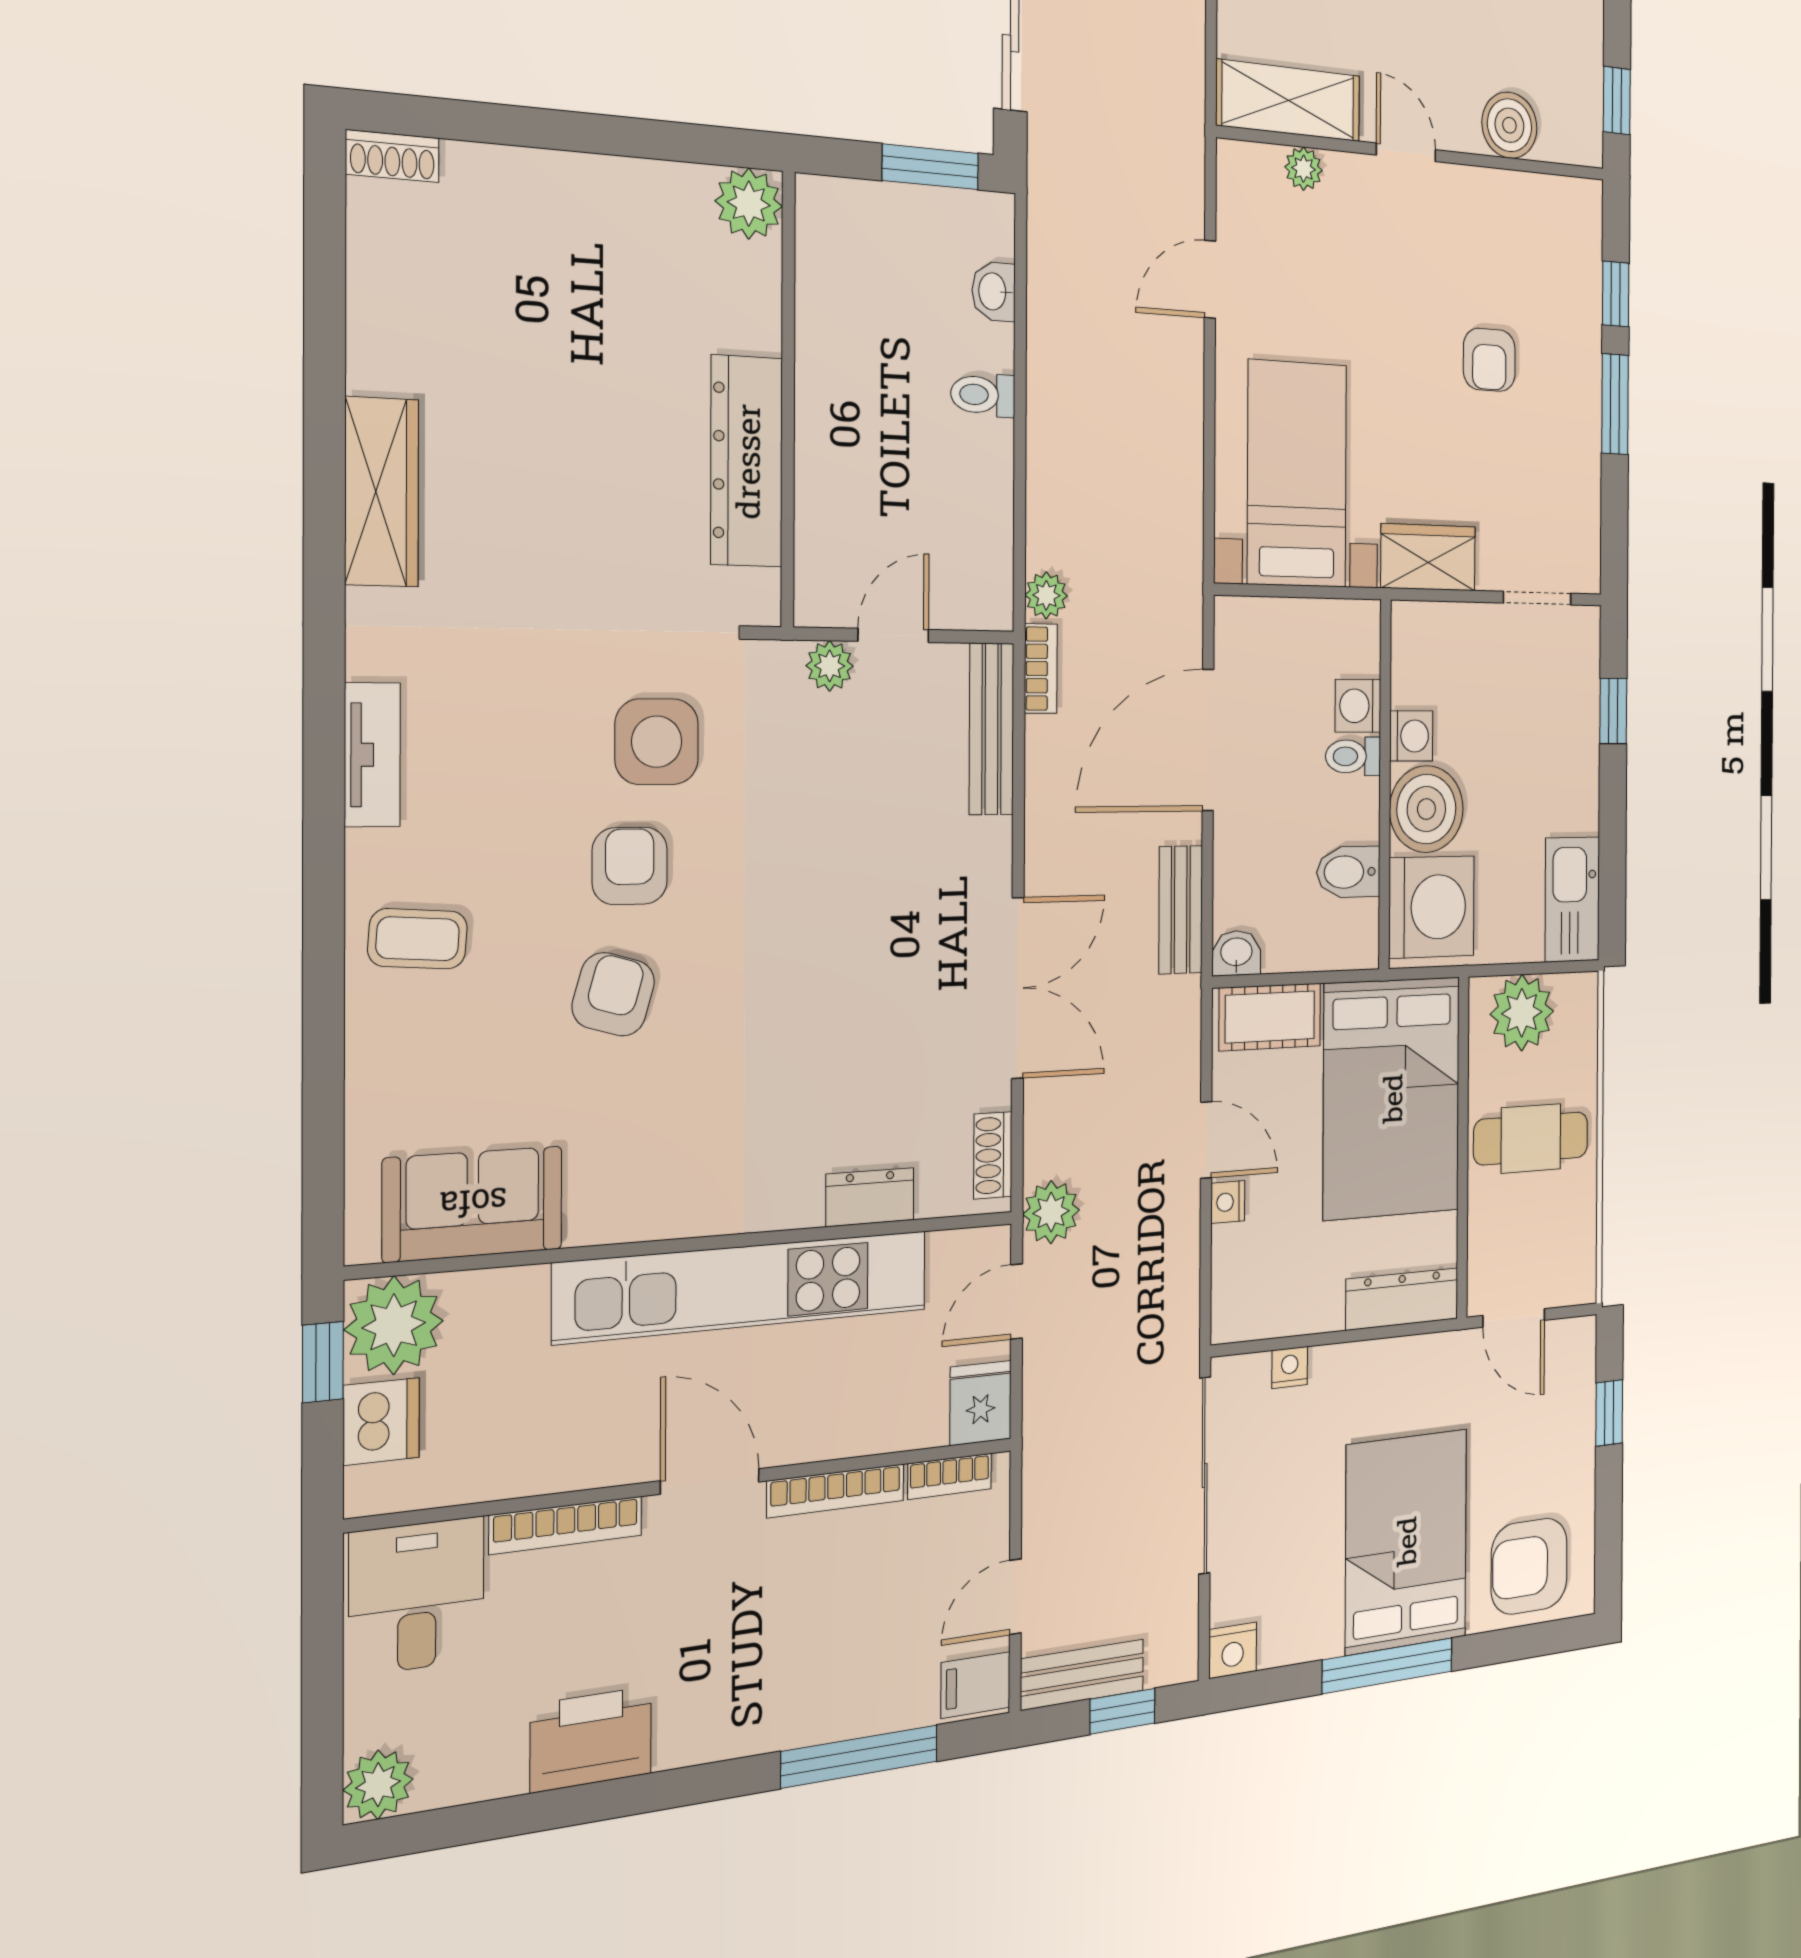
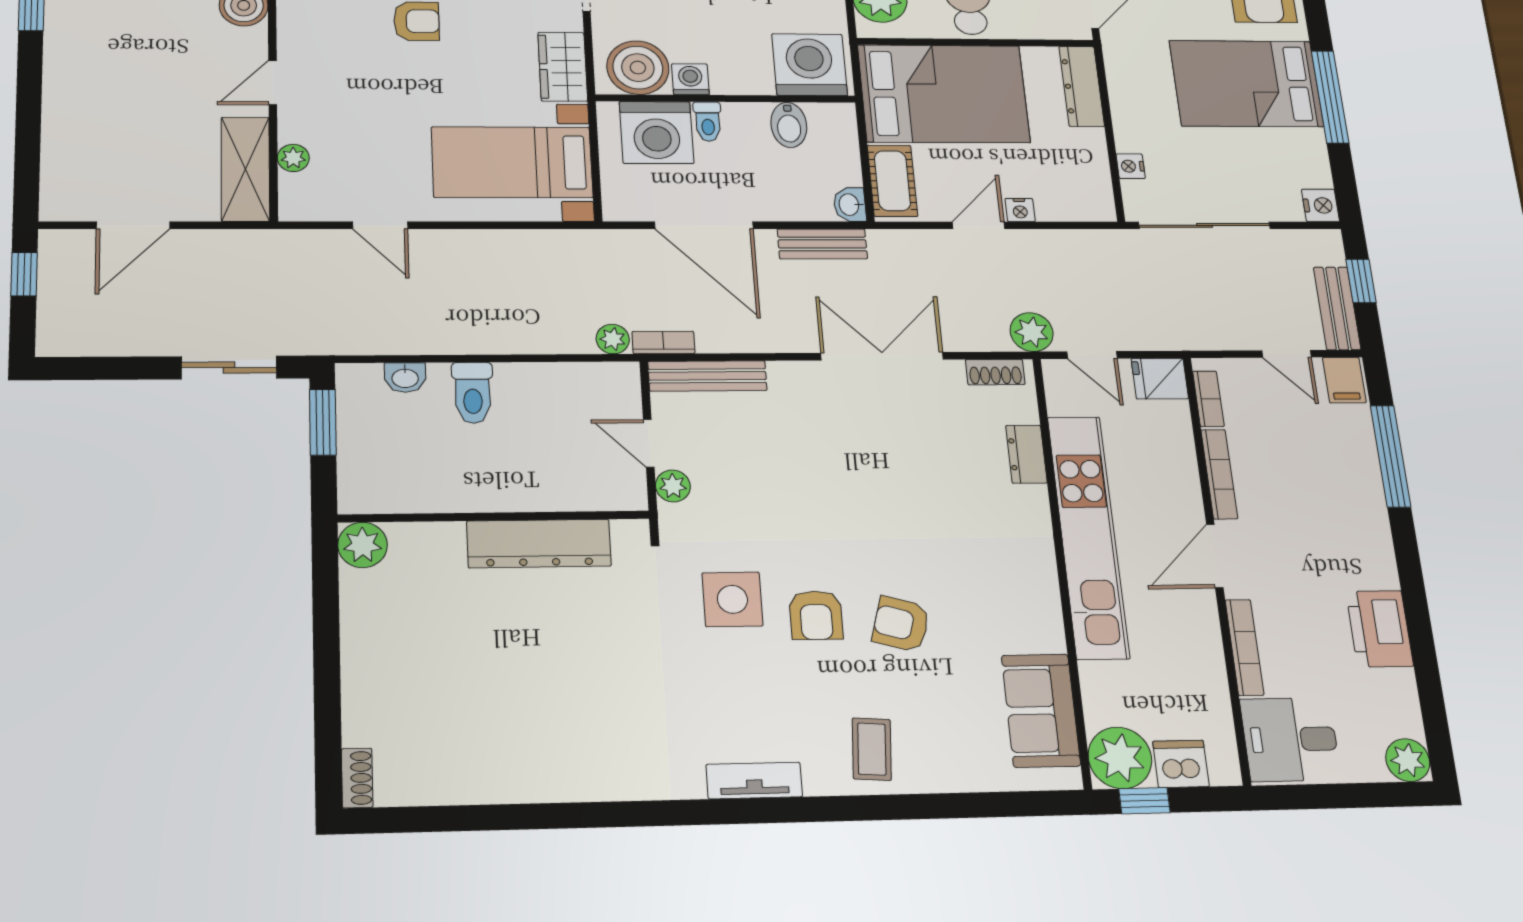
toilet: (983, 395) -> (473, 393), width x1.37, depth x1.39
wardrobe: (382, 492) -> (581, 779), removed
washing machine: (1358, 706) -> (656, 132), width x1.89, depth x1.89
boiler: (1426, 809) -> (638, 68), moved
armchair: (630, 866) -> (816, 615), turned -90

